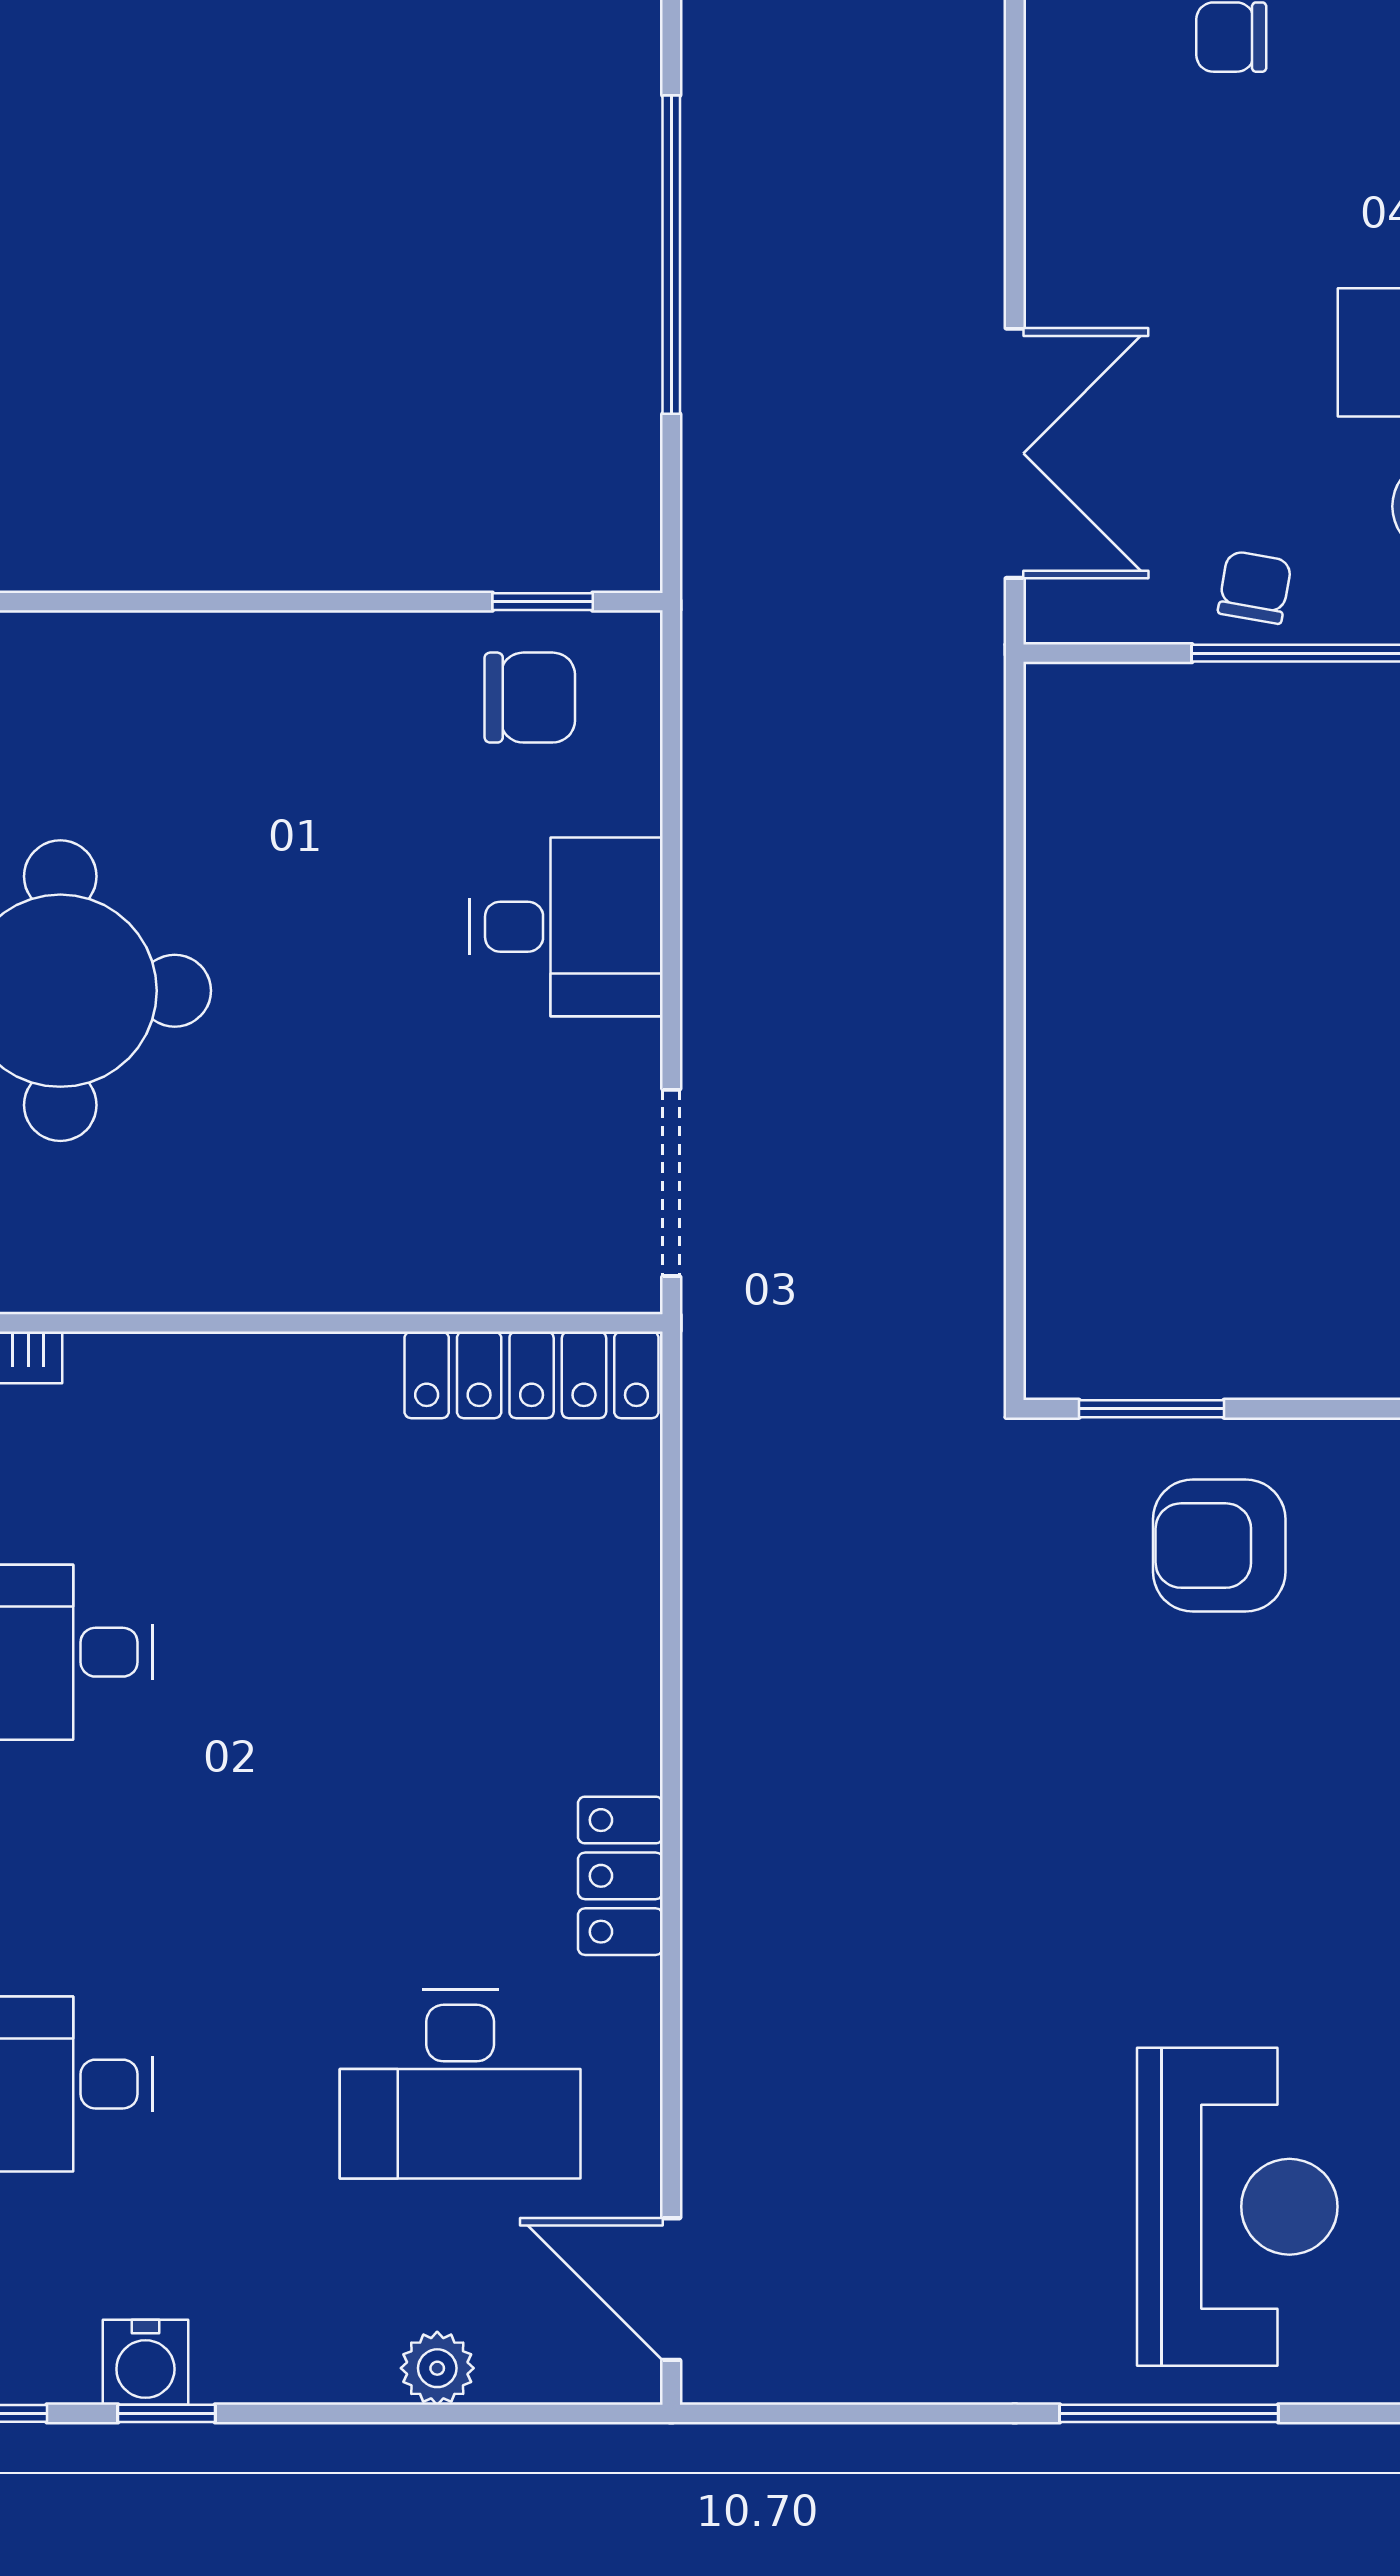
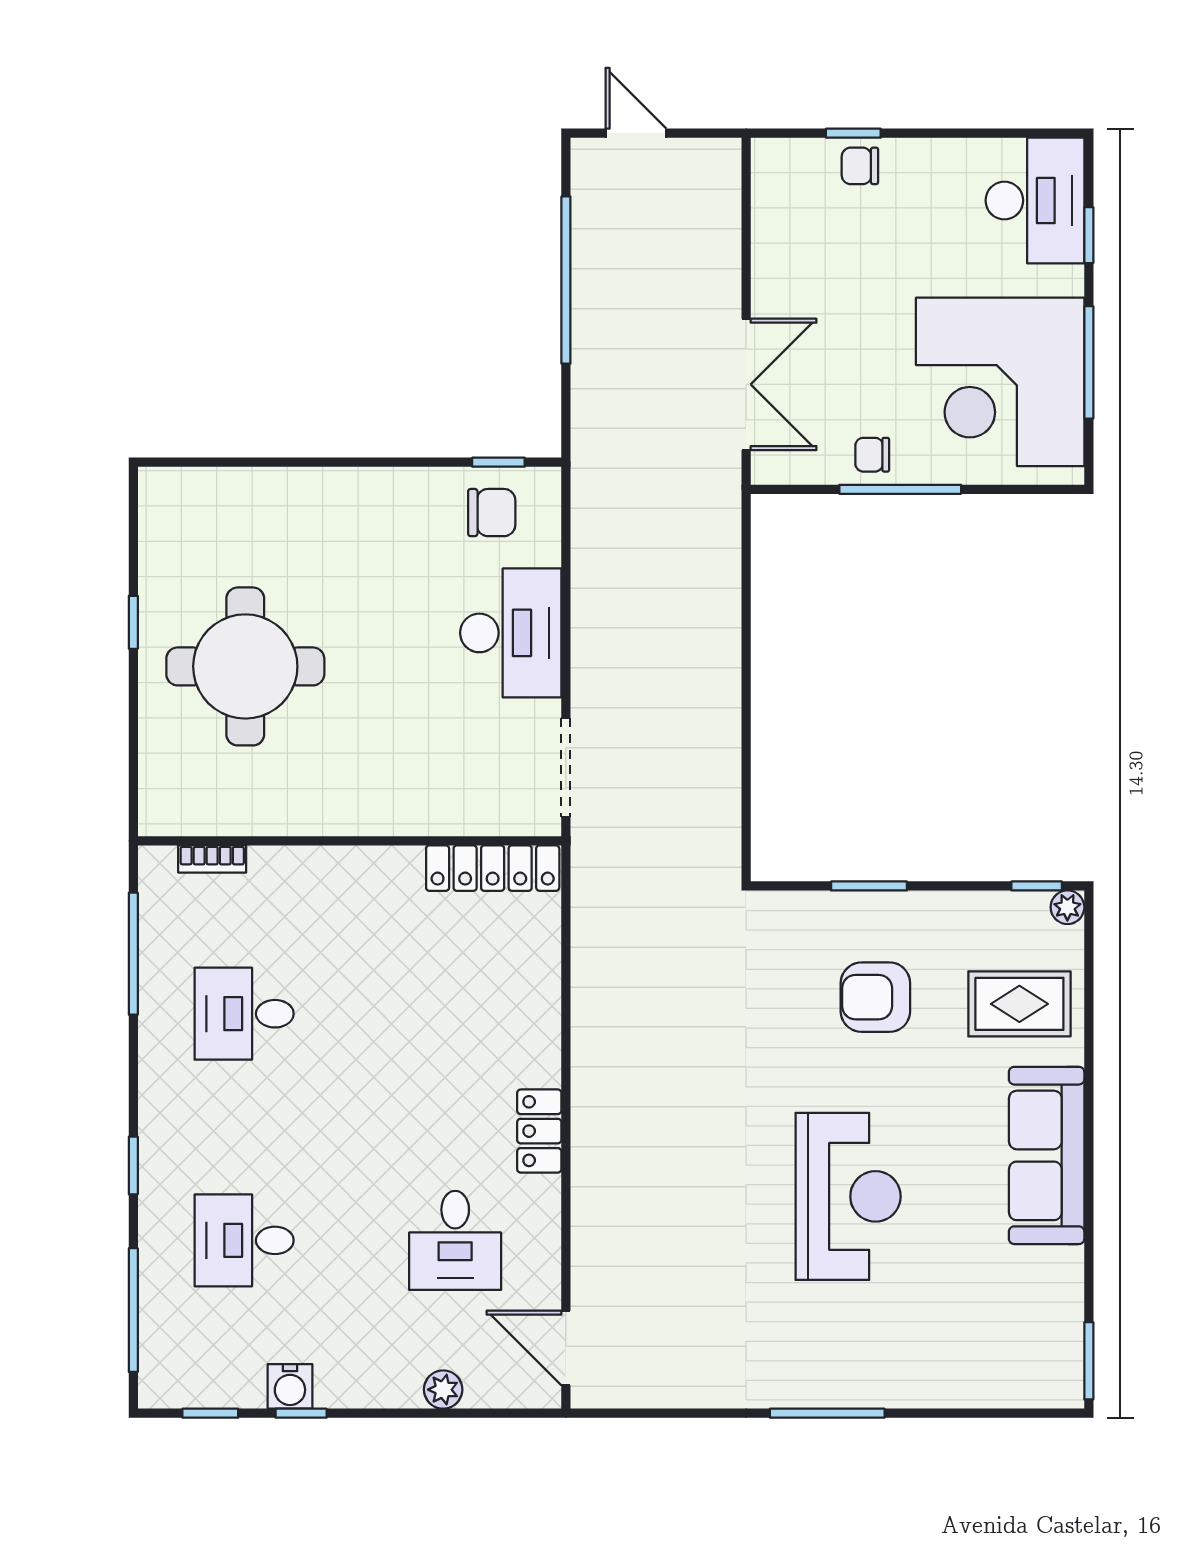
chair: (1255, 587) -> (872, 455), turned -100
desk: (566, 927) -> (511, 633), width x1.37
window: (1151, 1409) -> (869, 886), moved
armchair: (1219, 1546) -> (875, 997), moved
desk: (460, 2084) -> (455, 1240), width x0.73
reception desk: (1237, 2207) -> (848, 1196), moved

